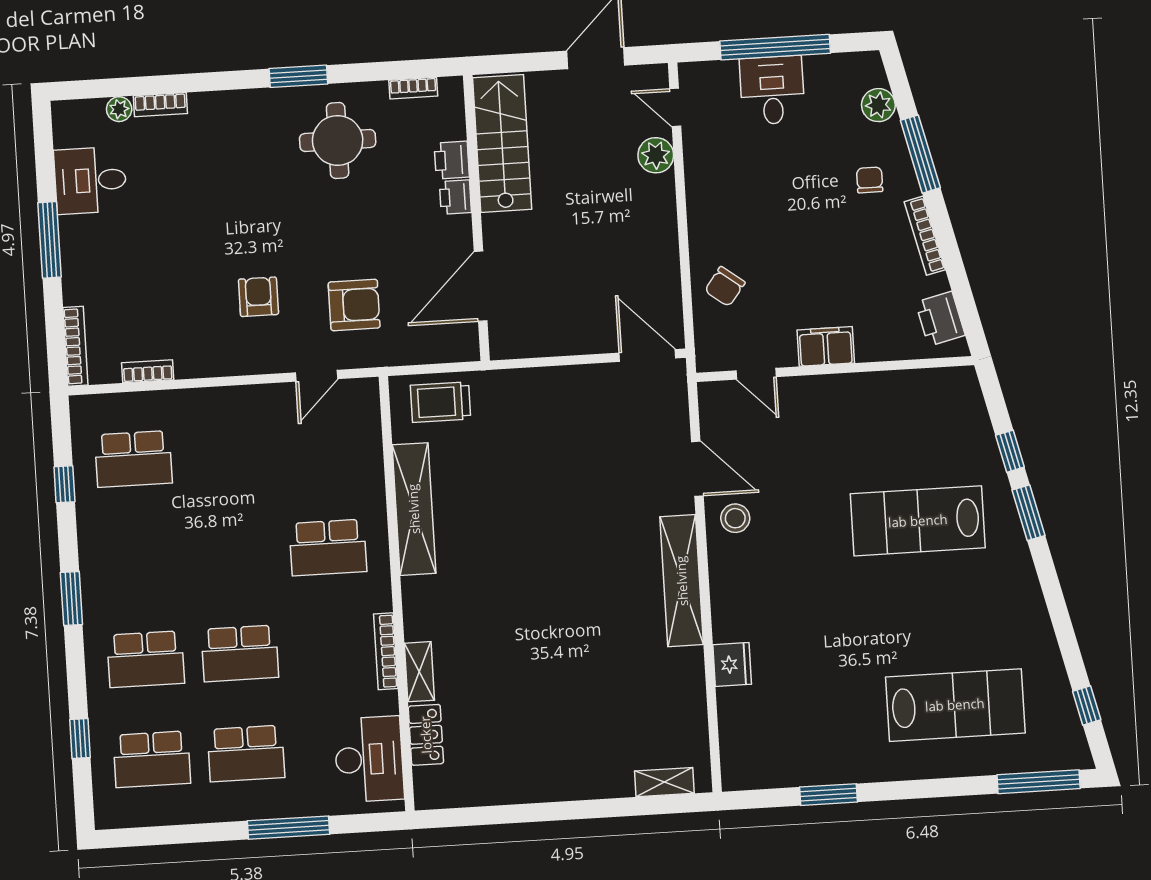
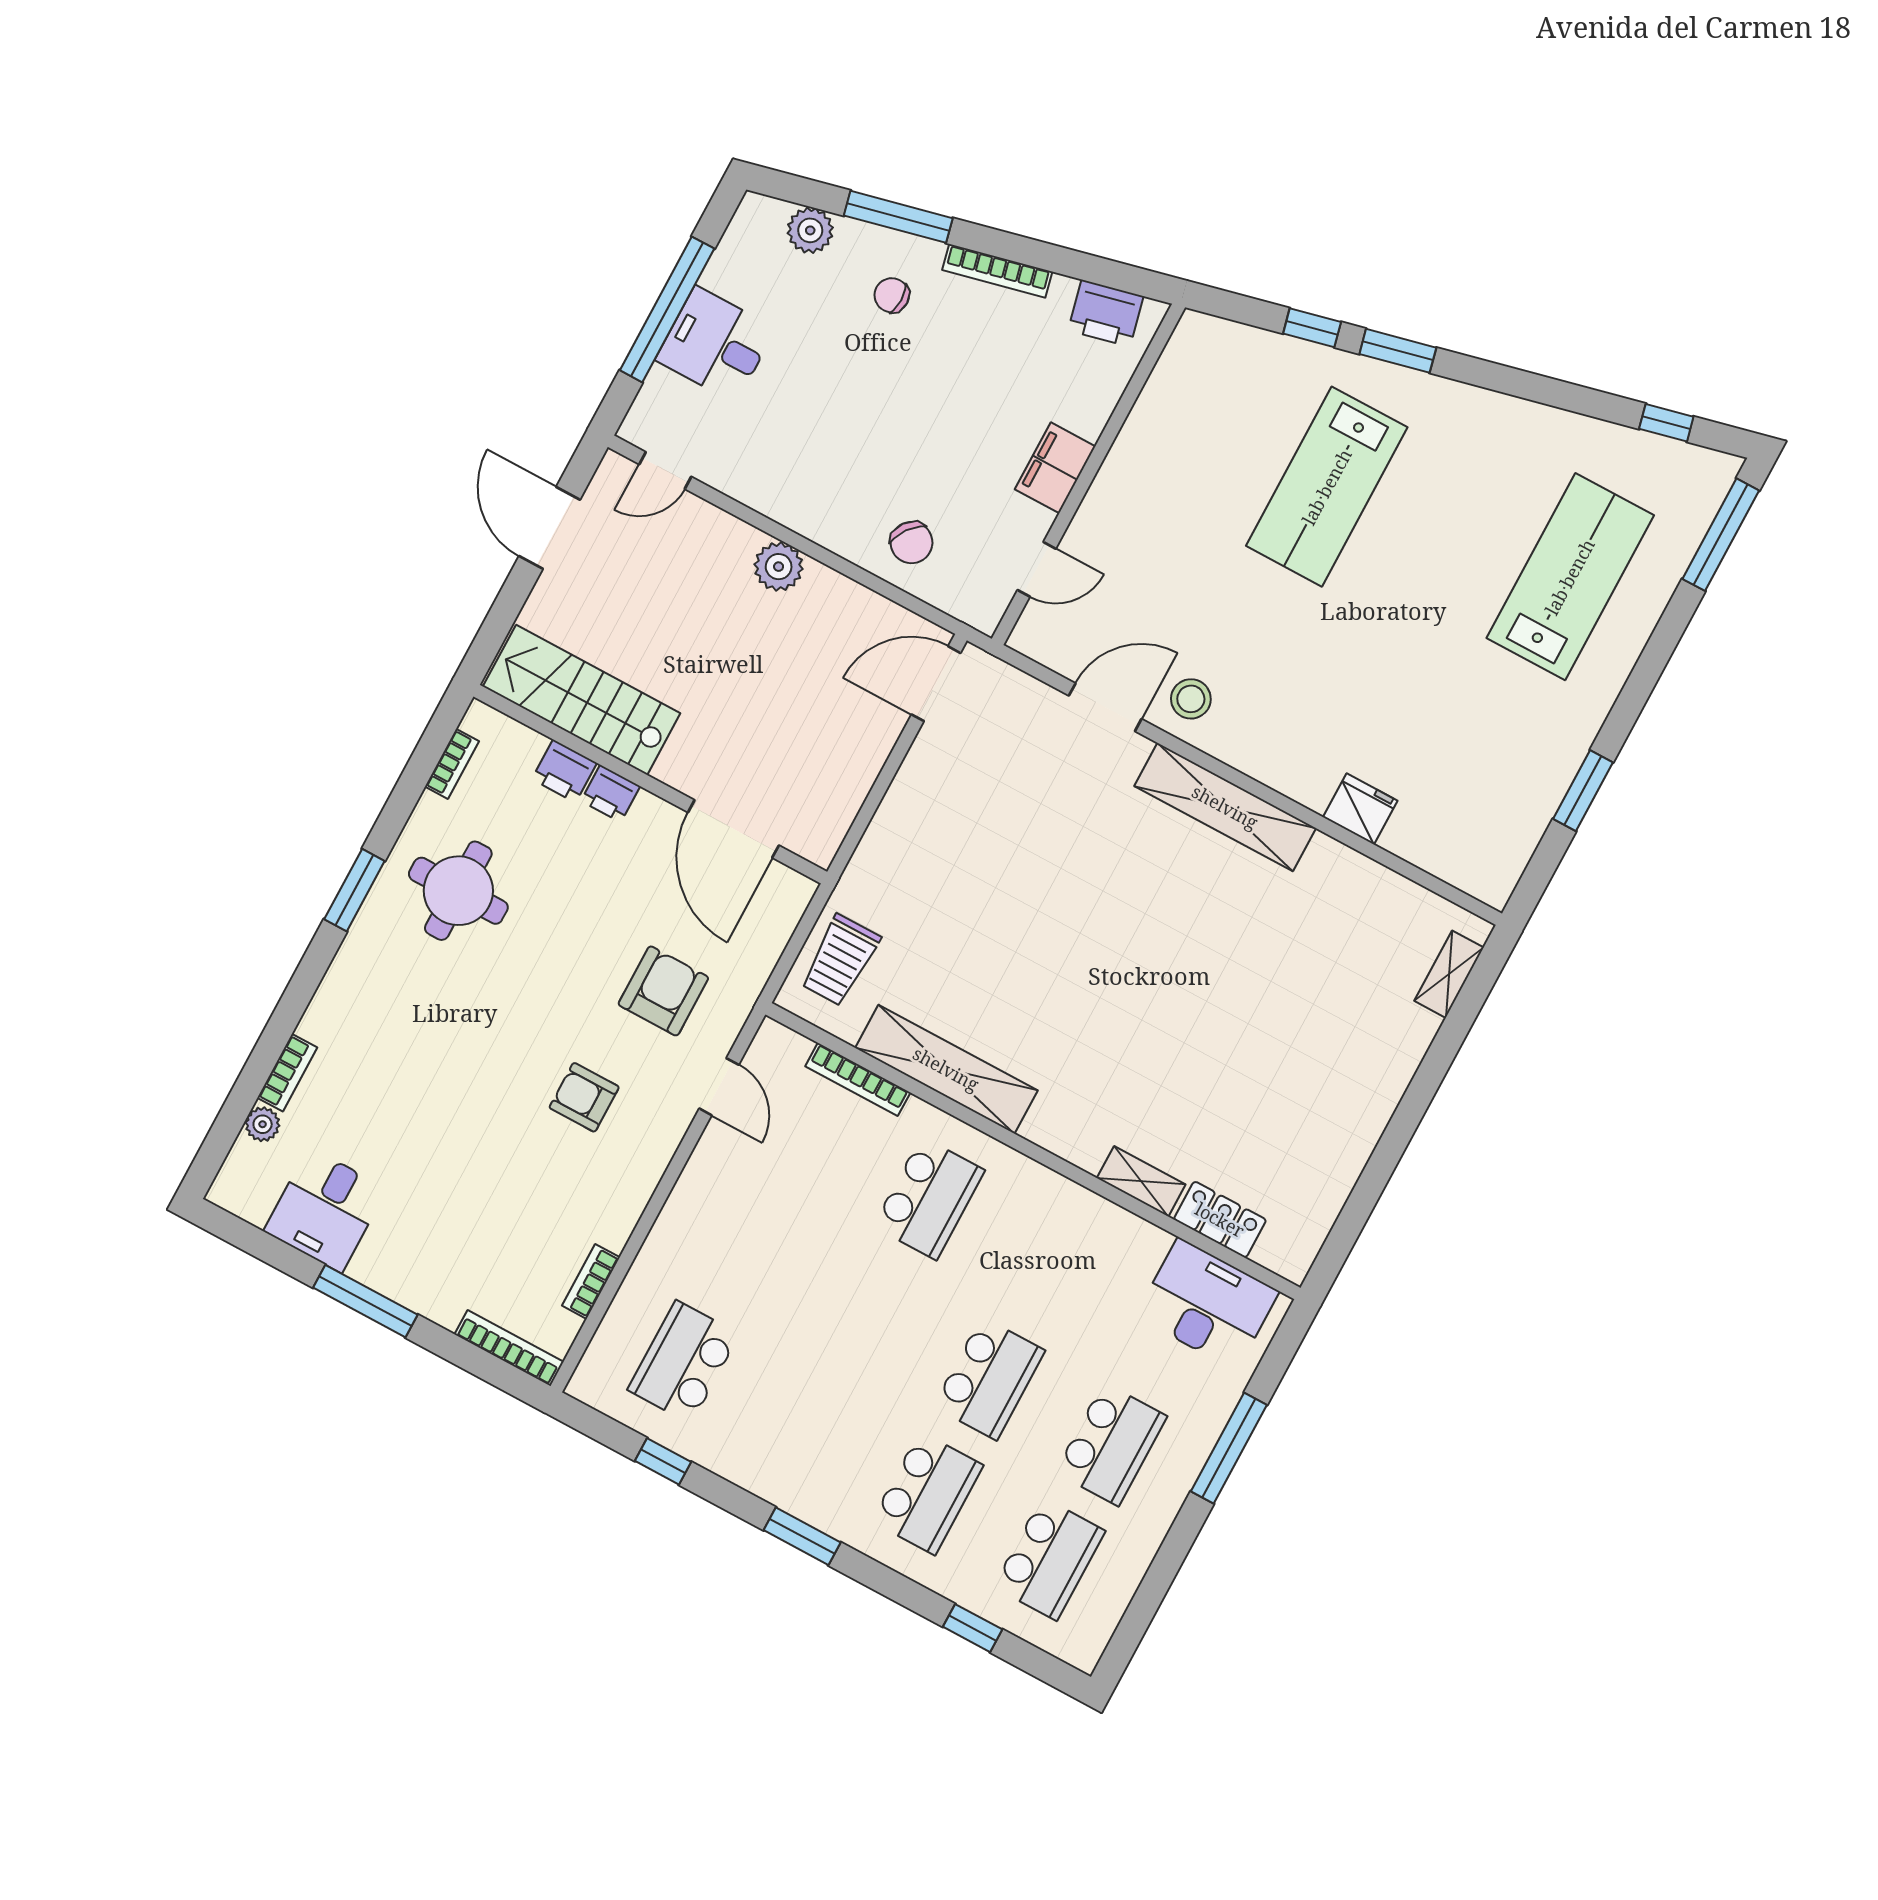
plant: (656, 155) -> (779, 567), moved
school desk: (133, 459) -> (684, 1362), turned 180
bookcase: (386, 651) -> (858, 1079), moved

